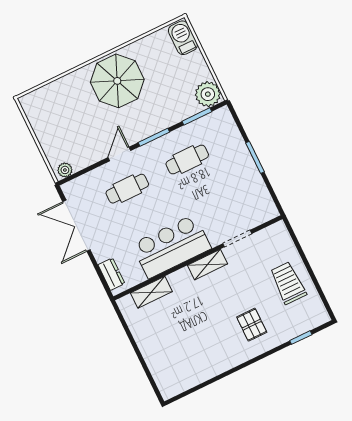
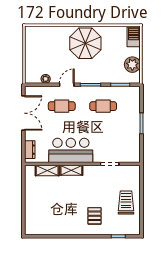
plant: (208, 94) -> (132, 65), moved
plant: (65, 170) -> (46, 79), moved
double door: (76, 226) -> (23, 113), swing flipped
shelving: (208, 265) -> (71, 170), moved

